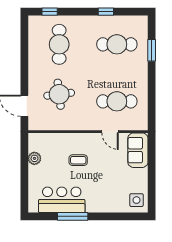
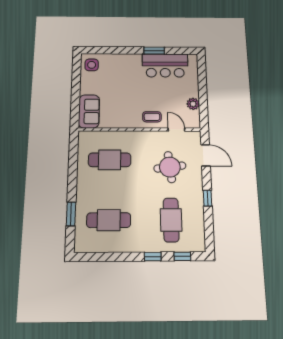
window: (106, 12) -> (153, 257), moved
window: (24, 64) -> (208, 198), added
door: (110, 132) -> (176, 130), moved
coffee table: (78, 160) -> (152, 117), moved
window: (73, 216) -> (154, 51), width x0.69

